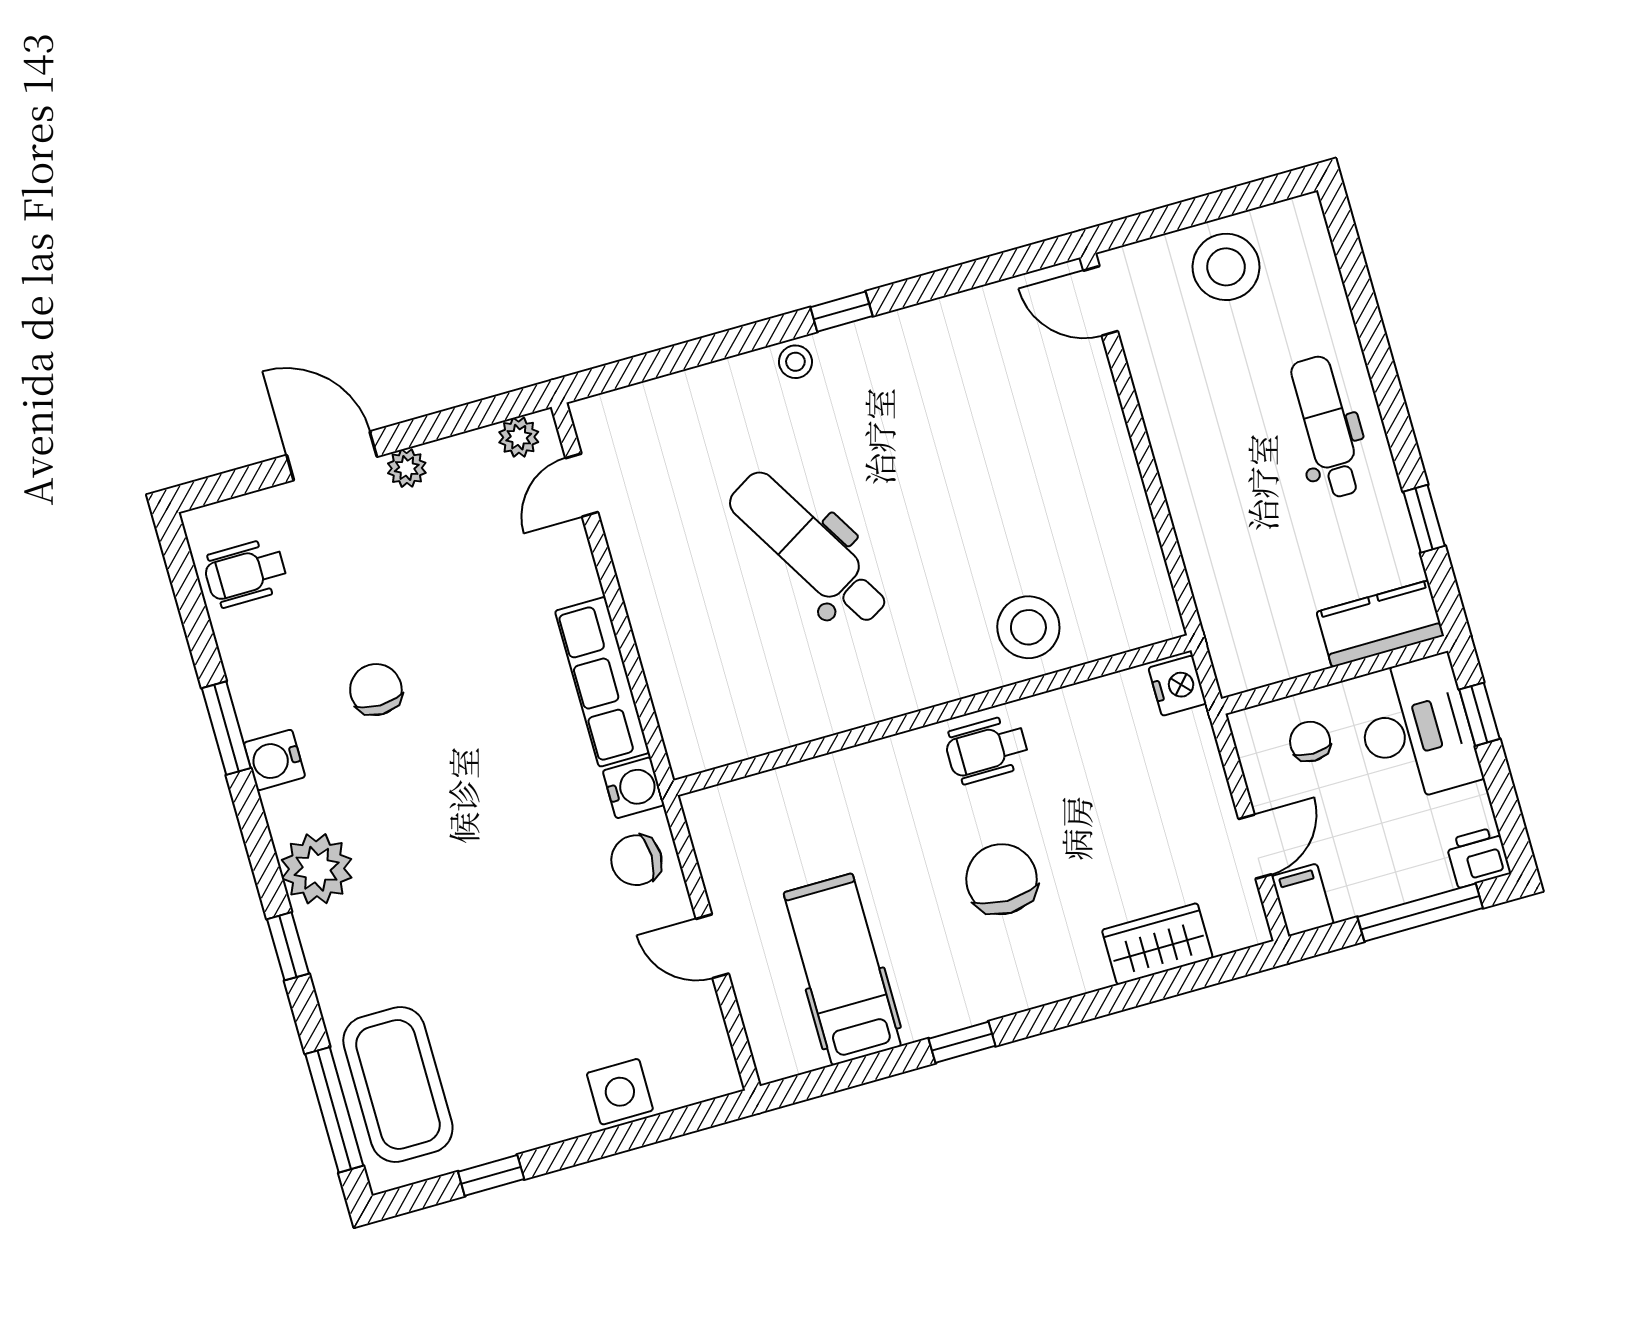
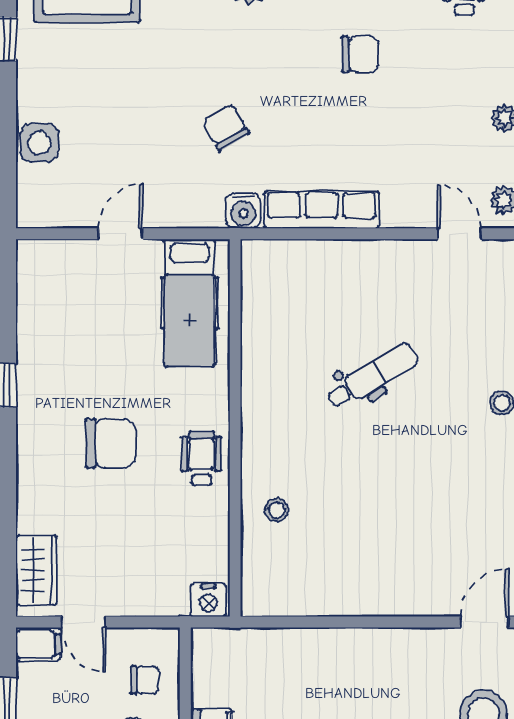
dental chair: (809, 549) -> (372, 376), width x0.73, depth x0.72
stool: (1028, 627) -> (277, 510), width x0.53, depth x0.53
chair: (636, 860) -> (225, 127), moved, turned -31
wardrobe: (1157, 944) -> (36, 570), moved
hospital bed: (842, 969) -> (190, 303), moved, turned 90

